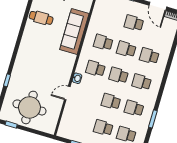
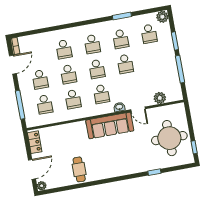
sofa: (74, 32) -> (110, 125), moved
plant: (67, 116) -> (160, 98), added
school desk: (103, 128) -> (45, 104), moved

